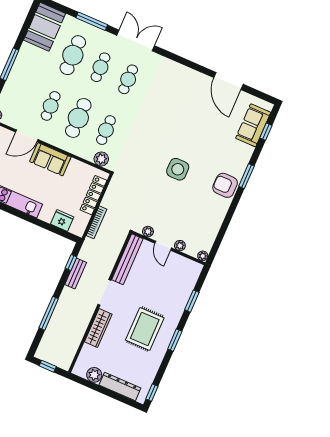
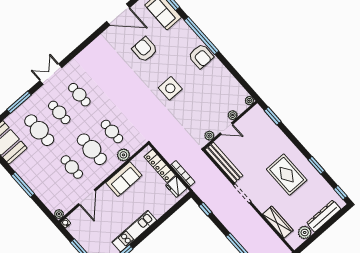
double door: (136, 40) -> (51, 74), width x0.73
armchair: (205, 125) -> (145, 49), added
sofa: (50, 159) -> (124, 179), moved
plant: (101, 159) -> (123, 155), moved
window: (246, 176) -> (202, 36), width x2.11
armchair: (225, 185) -> (201, 56), turned -90
fridge: (62, 220) -> (176, 187), moved, turned -90
bench: (76, 274) -> (216, 210), removed
window: (192, 301) -> (273, 116), moved
wardrobe: (98, 328) -> (278, 222), moved
window: (175, 340) -> (316, 165), moved

